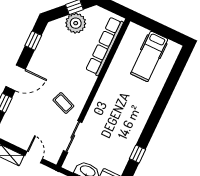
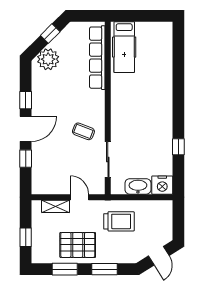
plant: (76, 23) -> (48, 59), moved
window: (33, 41) -> (26, 100), moved
hospital bed: (149, 56) -> (124, 47), moved

